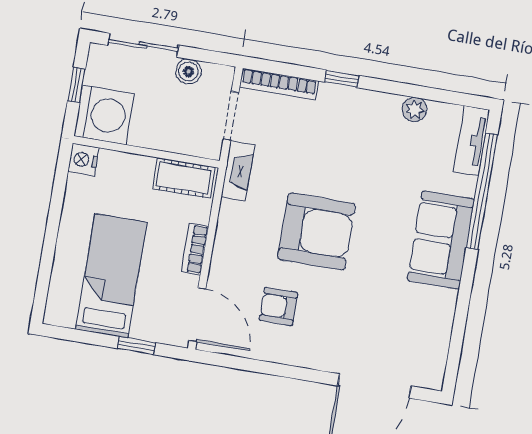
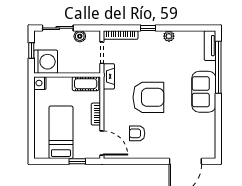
plant: (415, 109) -> (169, 36), moved

